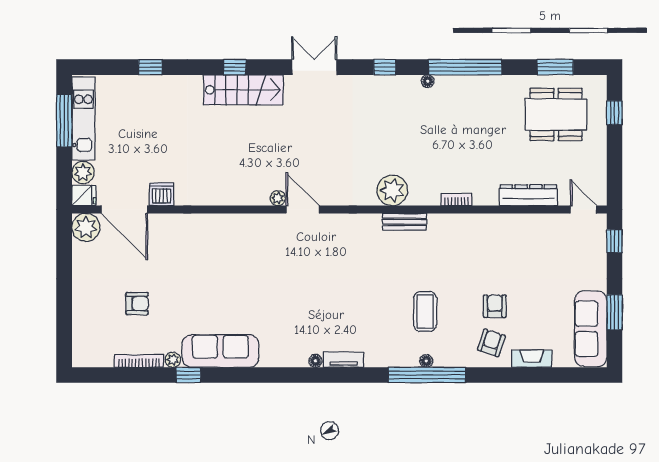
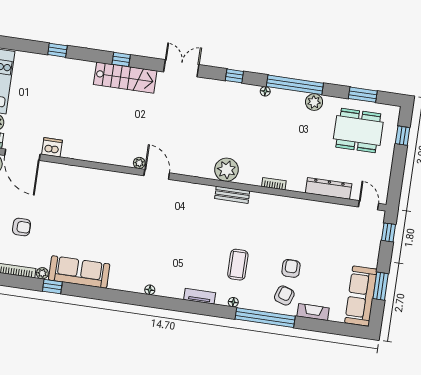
plant: (493, 86) -> (314, 102), added
tv unit: (344, 360) -> (200, 296), moved
window: (427, 375) -> (265, 318), moved

